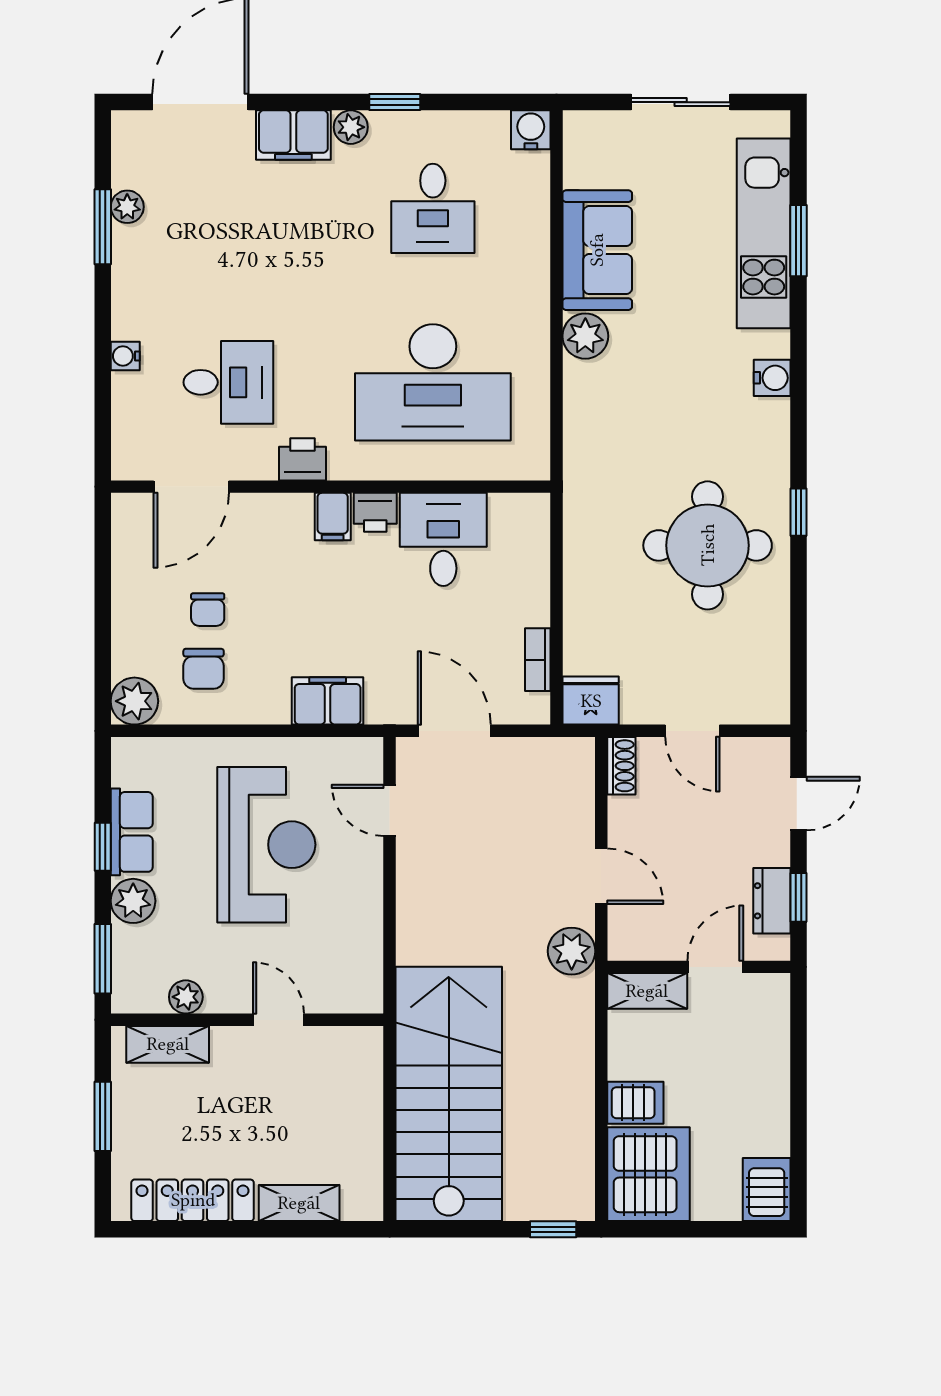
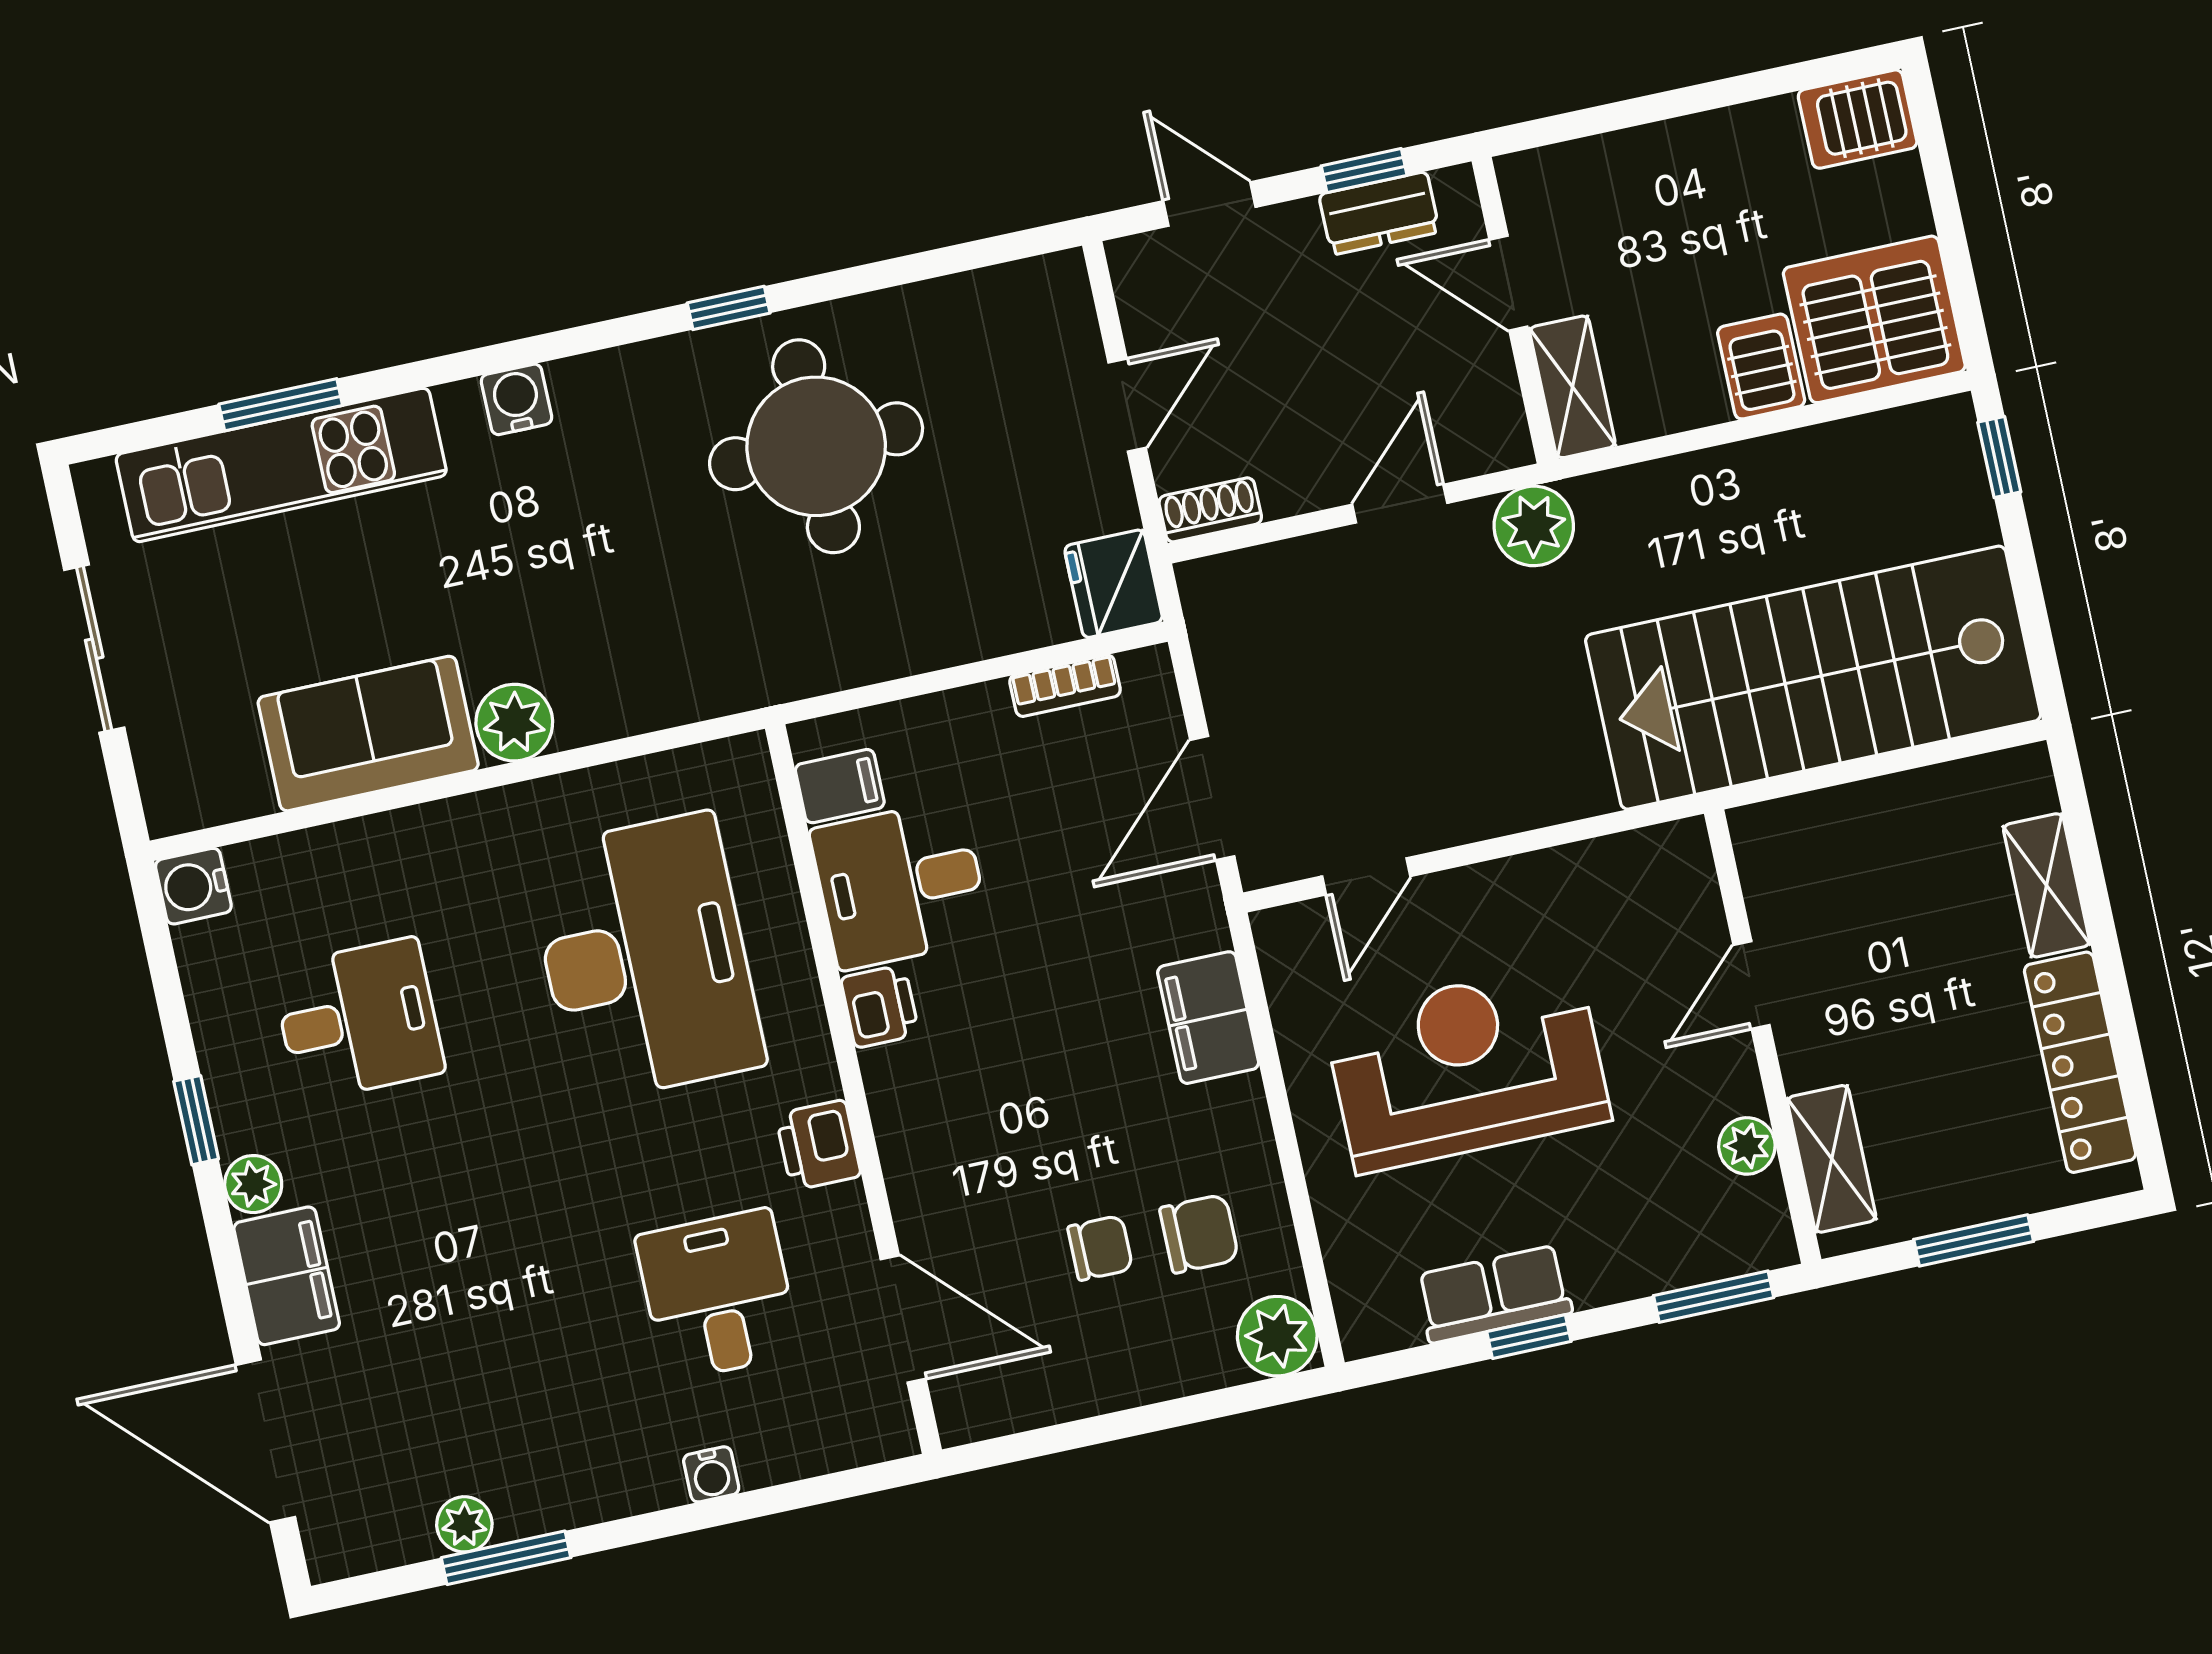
filing cabinet: (333, 517) -> (840, 786), moved
plant: (133, 901) -> (1607, 1267), removed

